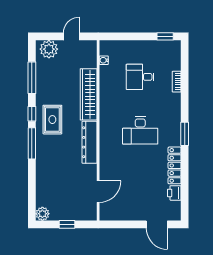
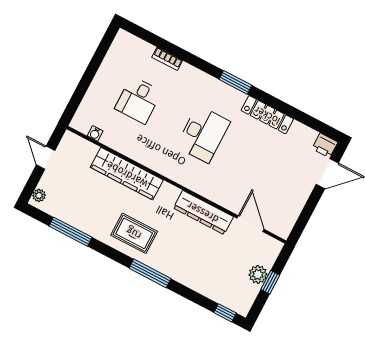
window: (165, 36) -> (105, 44), removed
plant: (49, 49) -> (39, 195), width x0.53, depth x0.53
window: (32, 114) -> (225, 313), moved
dresser: (89, 142) -> (203, 212), moved
printer: (174, 193) -> (325, 145), moved
plant: (42, 214) -> (258, 274), moved

